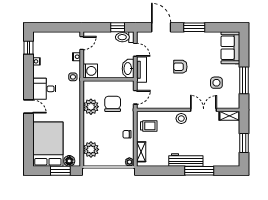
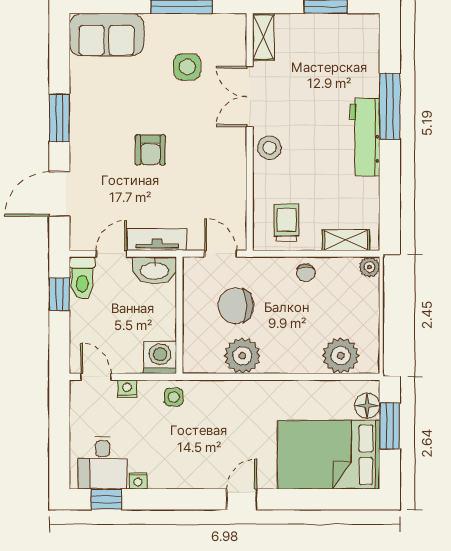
desk: (44, 89) -> (103, 463), moved

